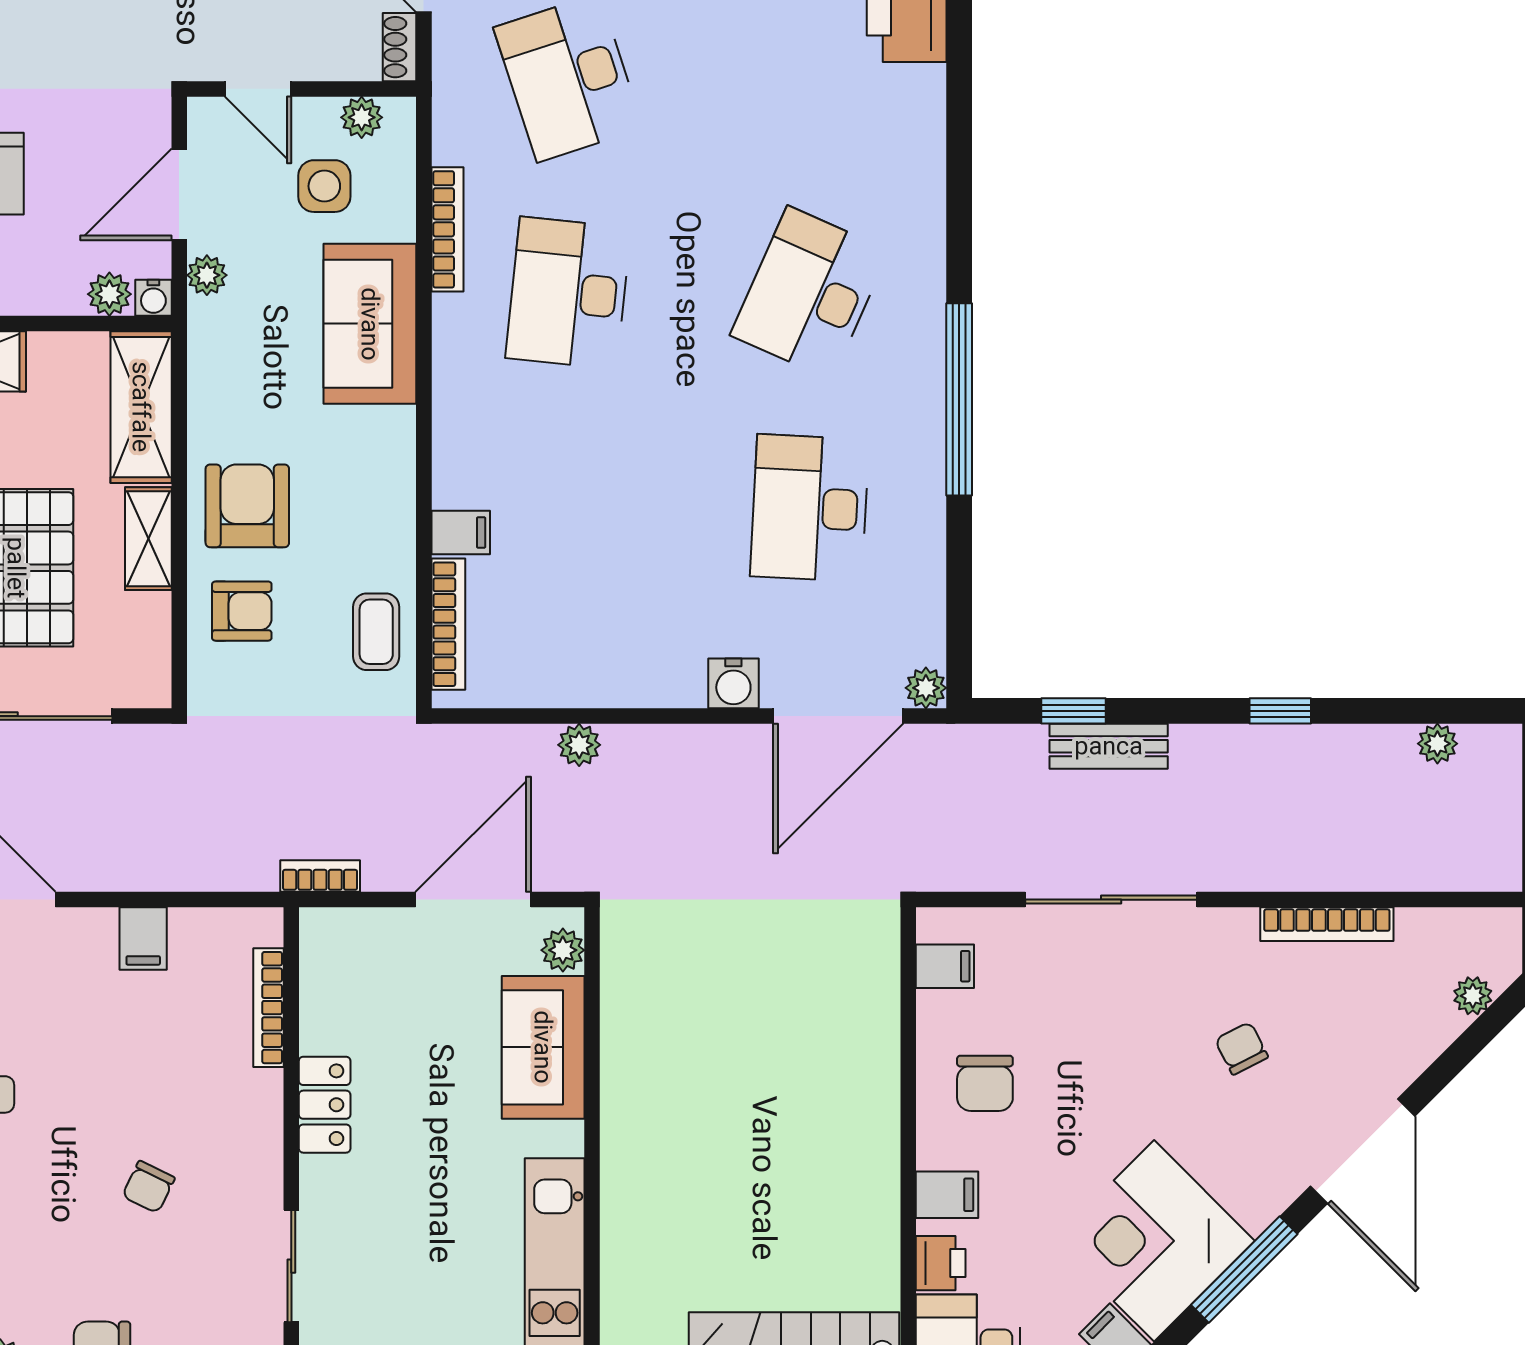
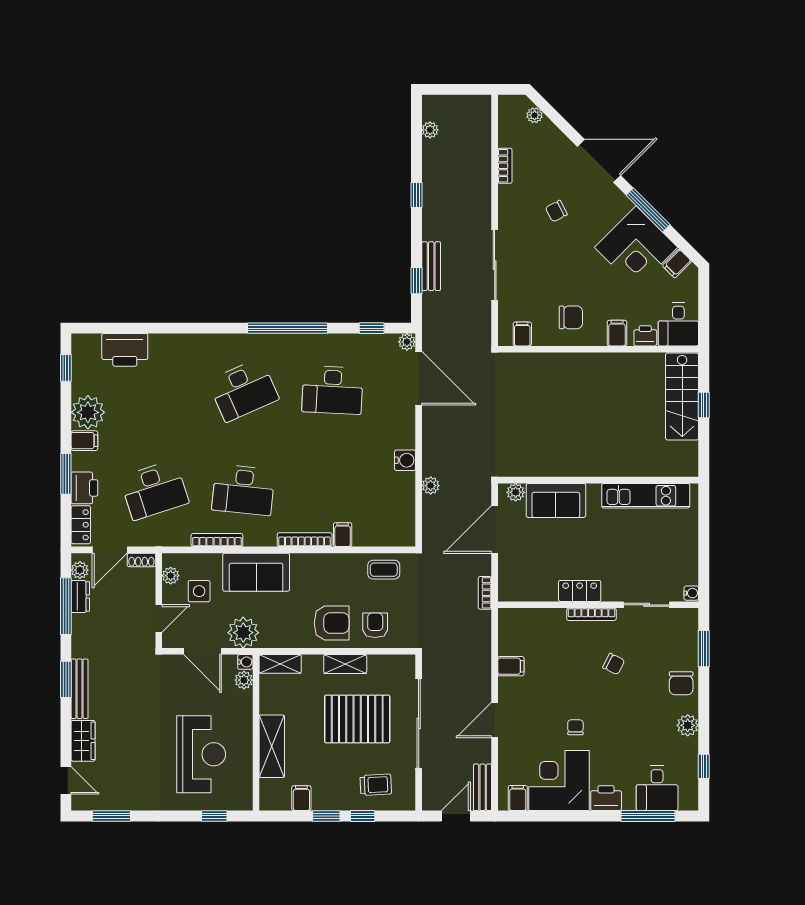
plant: (207, 275) -> (243, 633), width x1.87, depth x1.87
desk: (810, 293) -> (243, 390), turned -48
shelving: (141, 407) -> (280, 664), width x0.67, depth x0.75
armchair: (247, 506) -> (332, 623), turned 180
window: (959, 602) -> (372, 328), added
bookcase: (448, 624) -> (305, 540), moved
water cooler: (733, 683) -> (405, 460), moved
door: (473, 900) -> (495, 529), hinge flipped
bookcase: (1327, 924) -> (505, 166), width x0.64
bookcase: (268, 1008) -> (591, 614), moved

